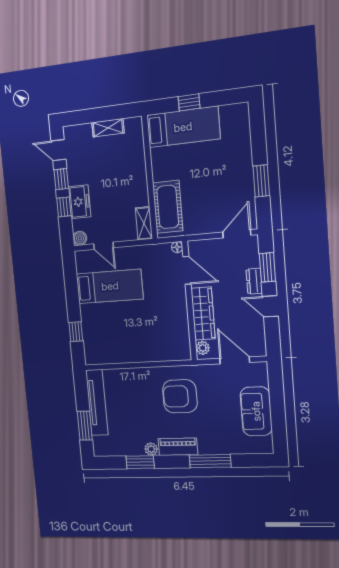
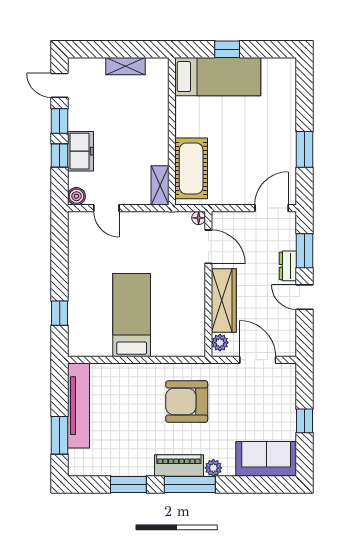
bed: (110, 286) -> (132, 315), moved, turned -90
window: (277, 408) -> (304, 421), added
sofa: (256, 411) -> (266, 459), moved, turned 90
plant: (151, 449) -> (213, 468), moved
window: (210, 461) -> (190, 484), moved

